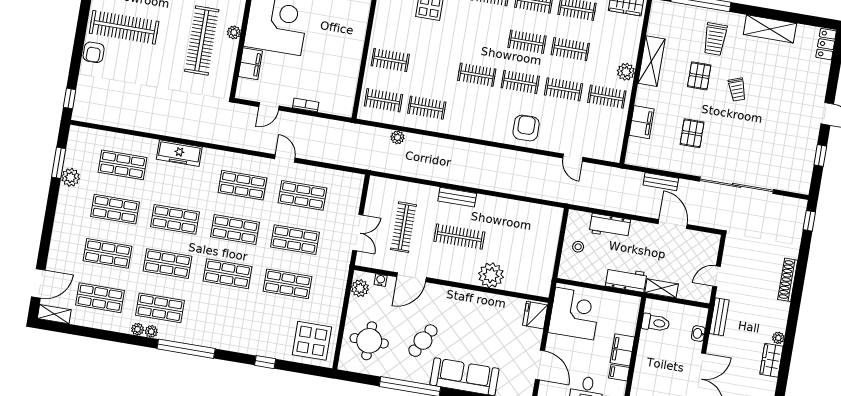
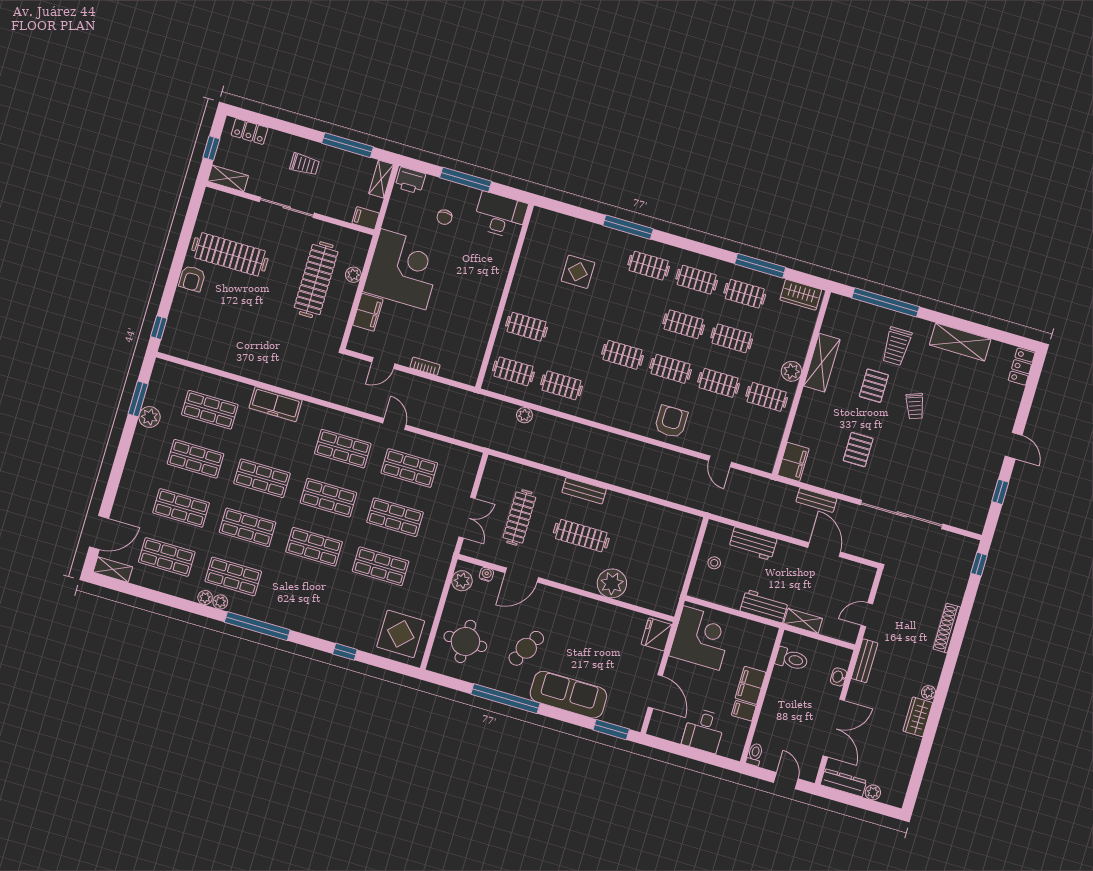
filing cabinet: (642, 122) -> (793, 462), moved

